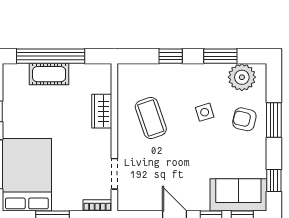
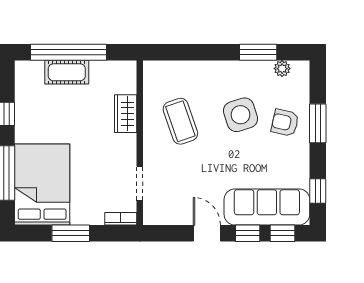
window: (171, 56) -> (202, 52), removed
plant: (242, 77) -> (282, 69), width x0.53, depth x0.53
side table: (205, 112) -> (241, 115), width x1.87, depth x1.87
sofa: (238, 195) -> (267, 207), width x1.36

